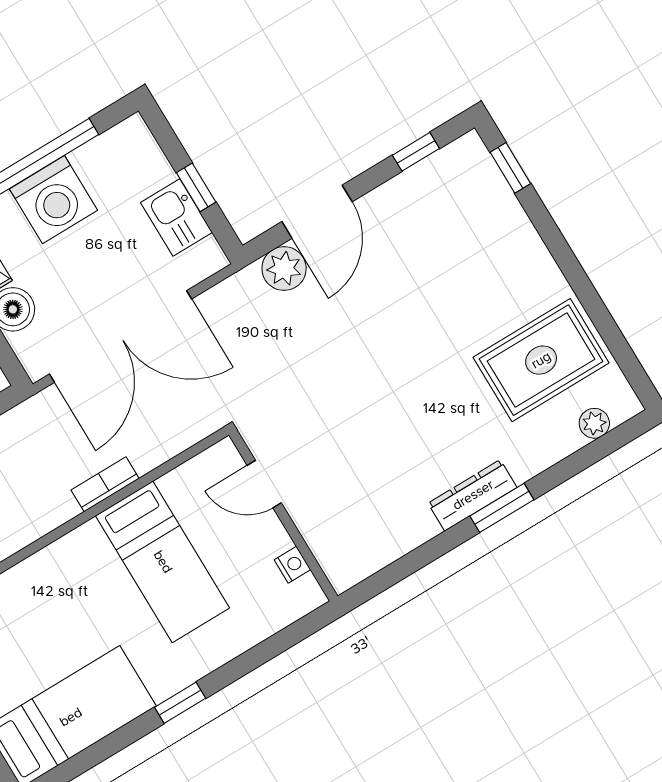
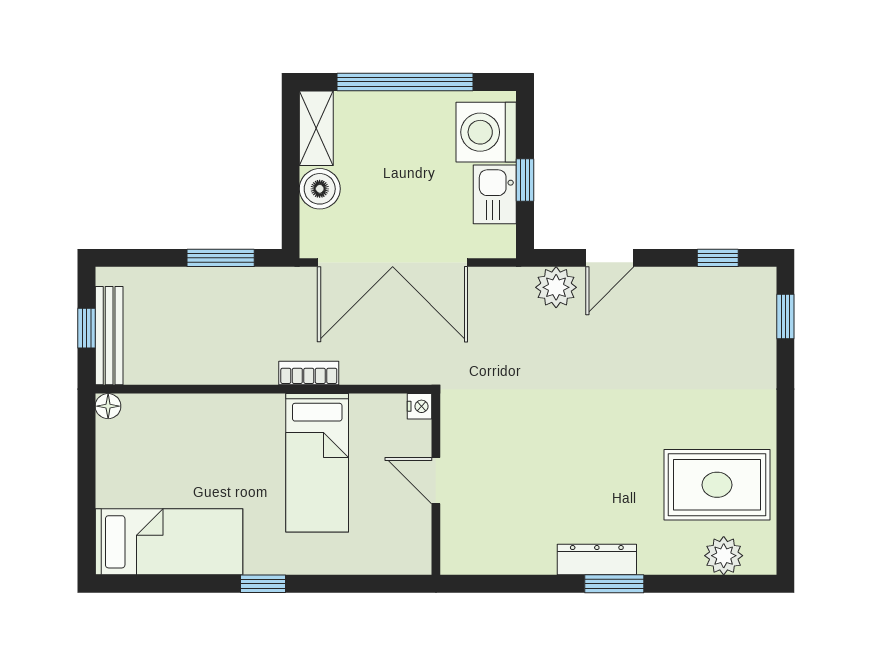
washing machine: (53, 200) -> (486, 132), moved, turned 90
door: (317, 212) -> (610, 258), width x0.73
plant: (594, 423) -> (724, 556), width x1.38, depth x1.38
door: (264, 484) -> (436, 481), moved
nightstand: (292, 565) -> (420, 406), moved

